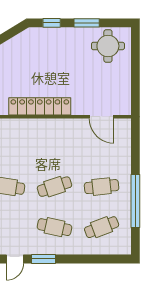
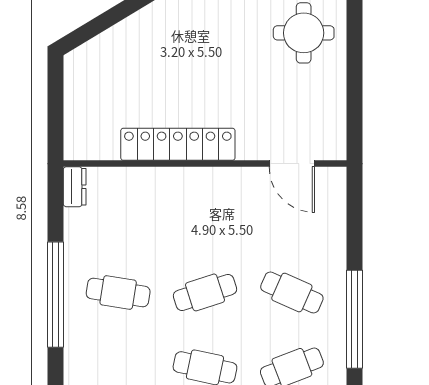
cafe table: (102, 187) -> (292, 292), turned 30

